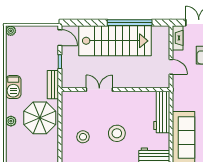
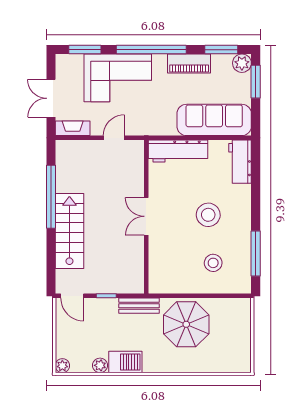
door: (60, 38) -> (72, 296), swing flipped
stairs: (115, 41) -> (69, 231), width x0.73, depth x0.66
barbecue: (13, 87) -> (125, 362), moved
double door: (99, 90) -> (146, 216), moved
plant: (11, 121) -> (100, 365), moved

